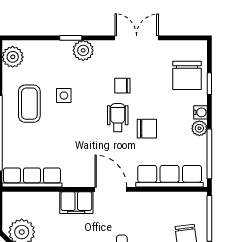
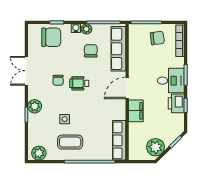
chair: (147, 129) -> (91, 51), moved

